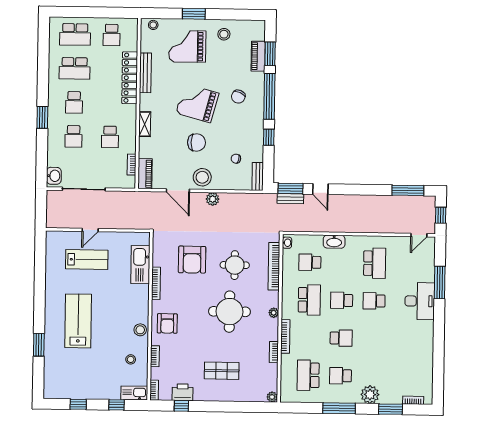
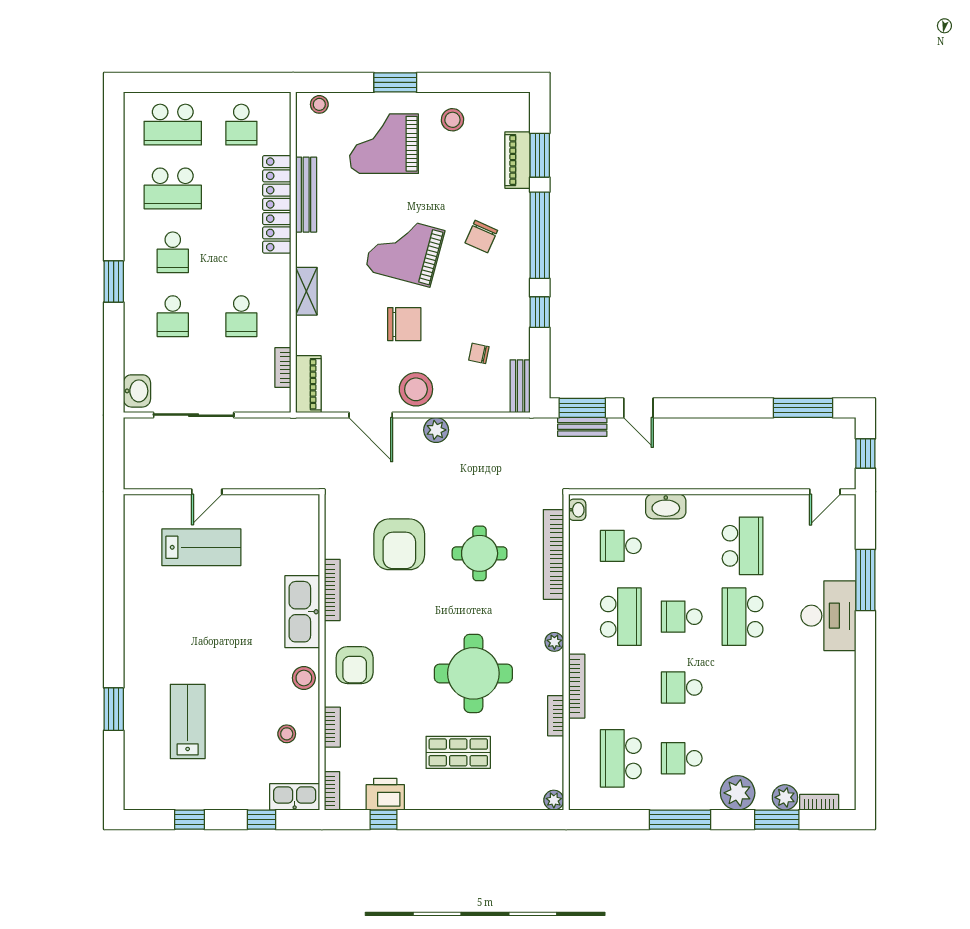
kitchen sink: (140, 265) -> (302, 612), moved
school desk: (374, 301) -> (743, 617), width x1.85
round table: (229, 312) -> (473, 673), moved
lab bench: (78, 321) -> (188, 721), moved, width x0.73, depth x0.72
school desk: (341, 338) -> (682, 687), turned 180
plant: (395, 397) -> (785, 797), added

